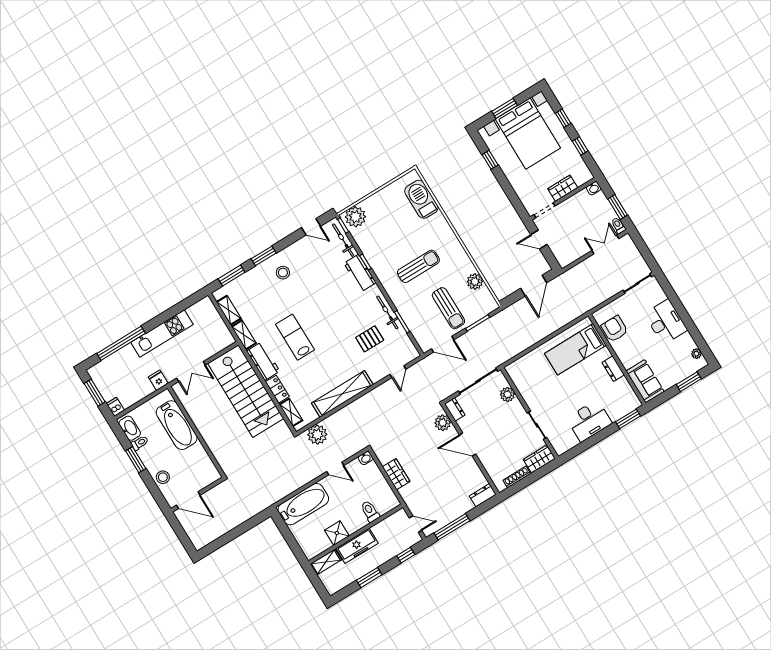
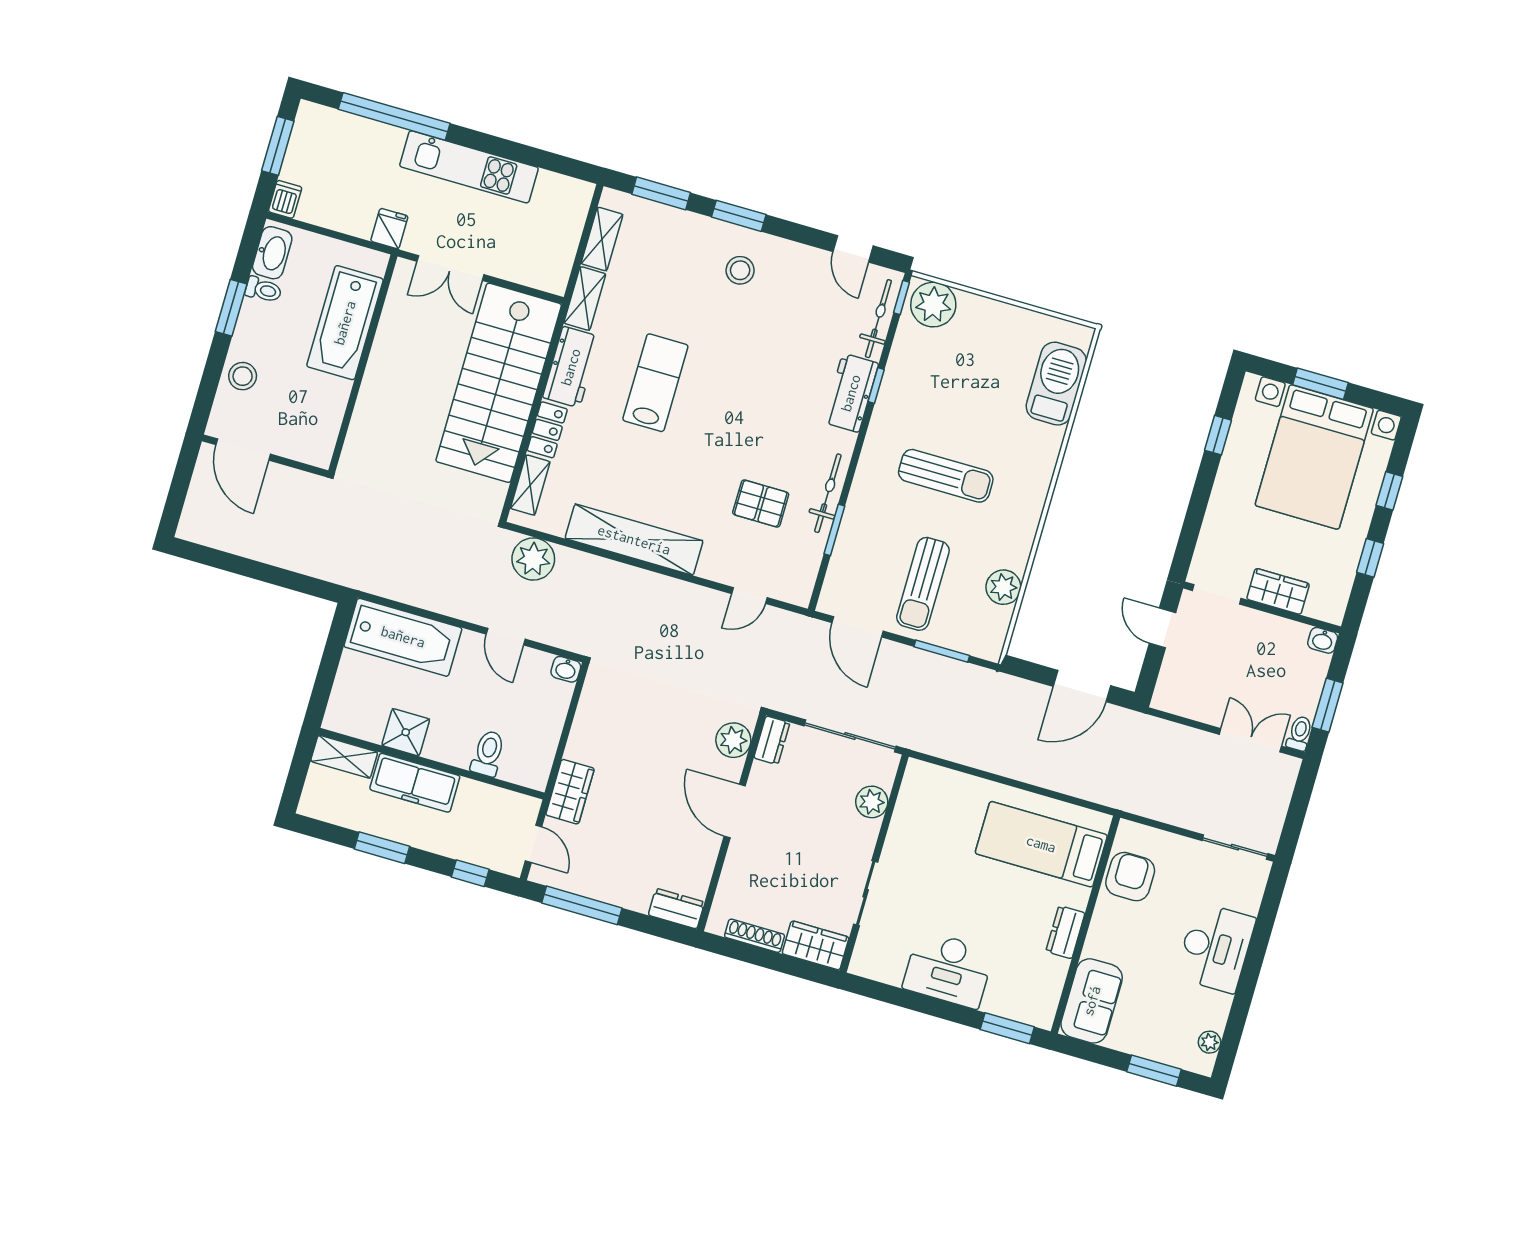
wardrobe: (396, 474) -> (570, 792), moved

